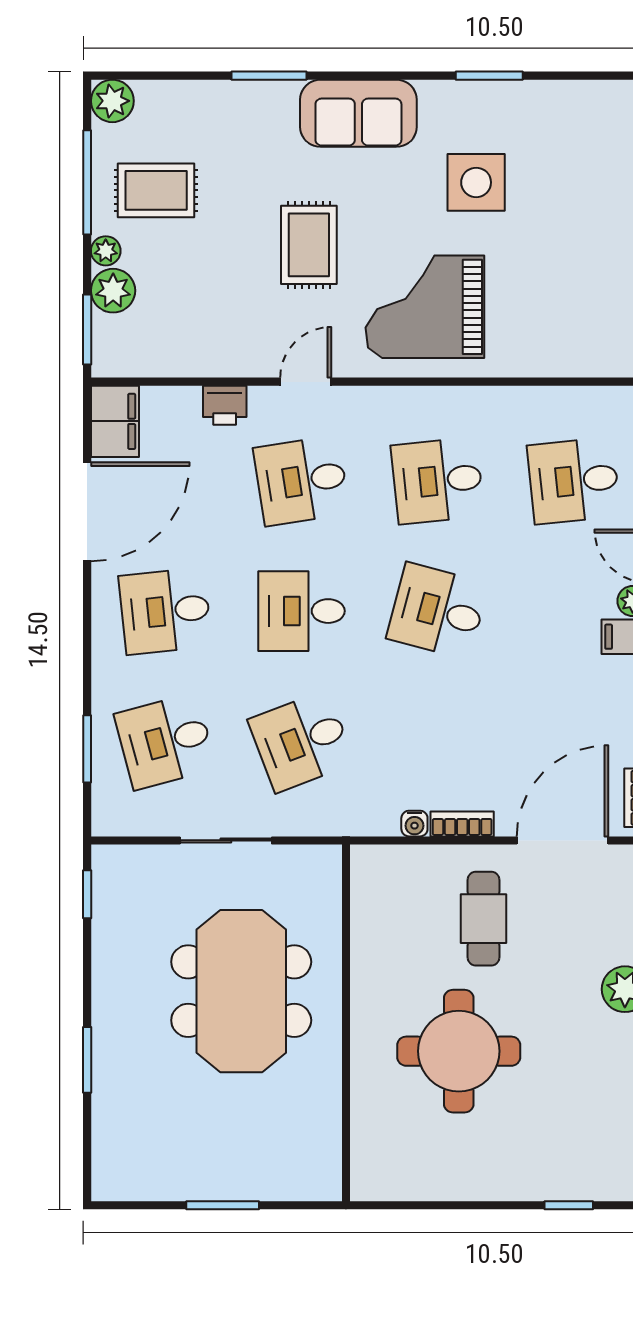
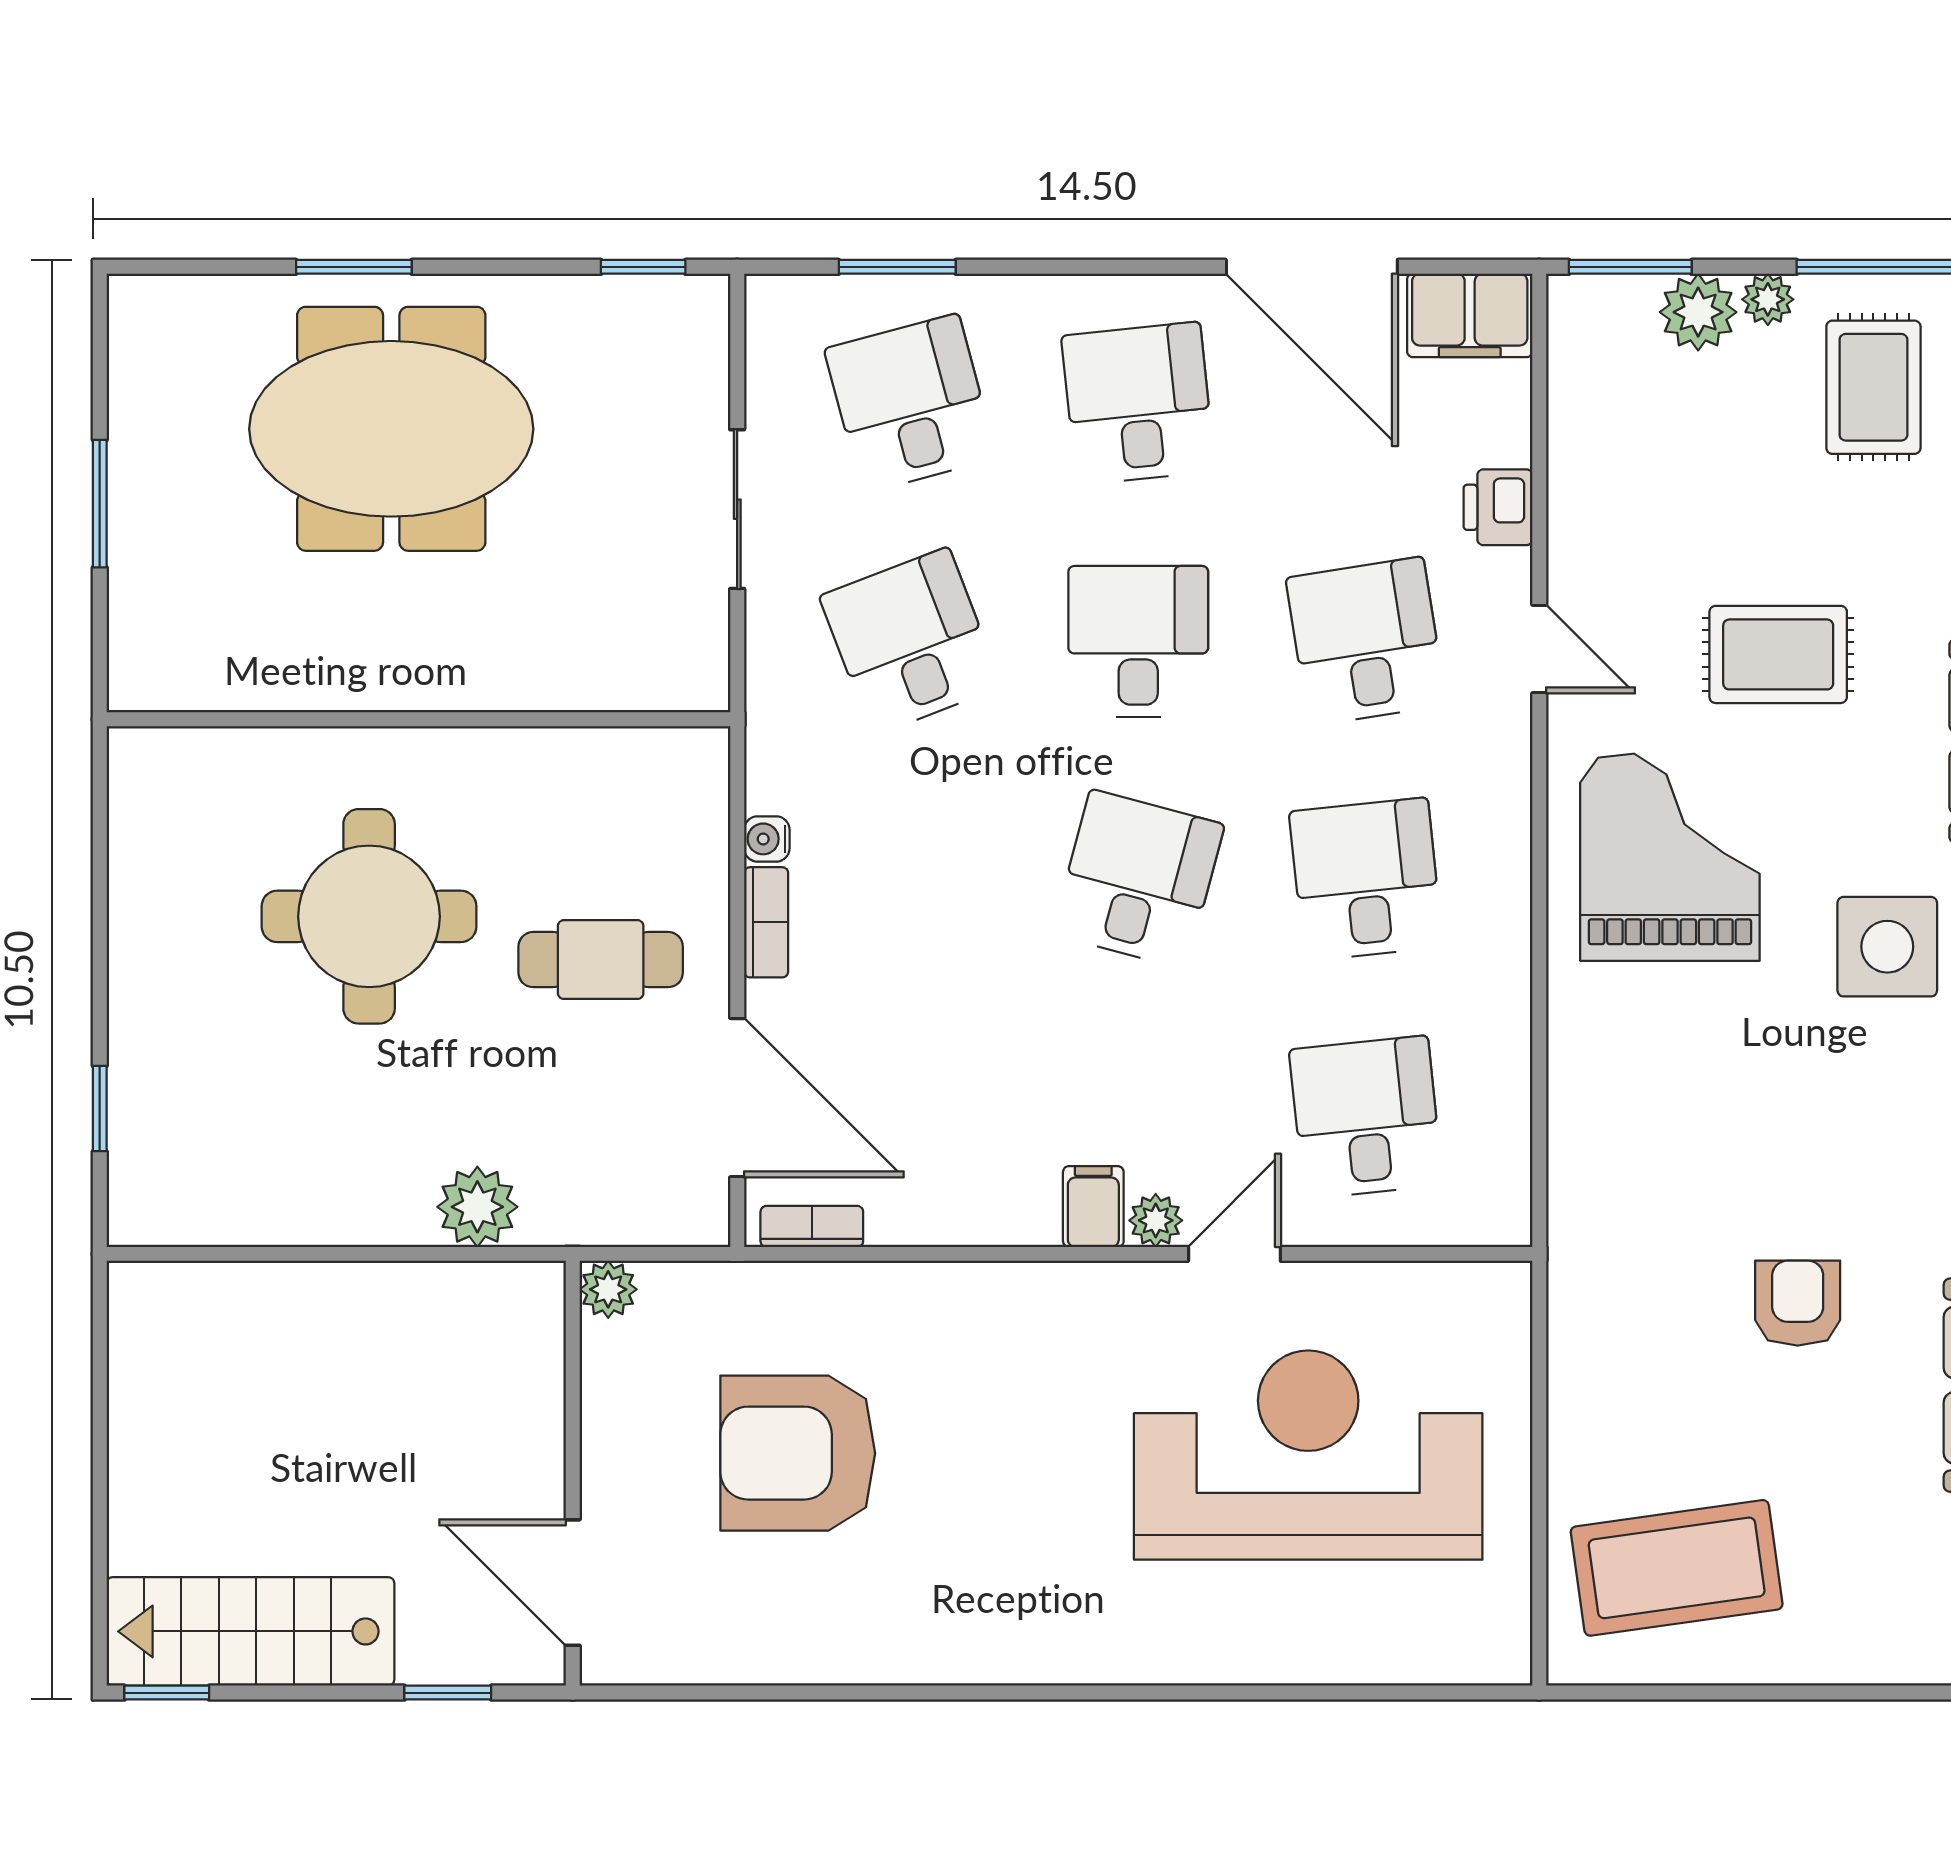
meeting table: (241, 991) -> (391, 429), moved

